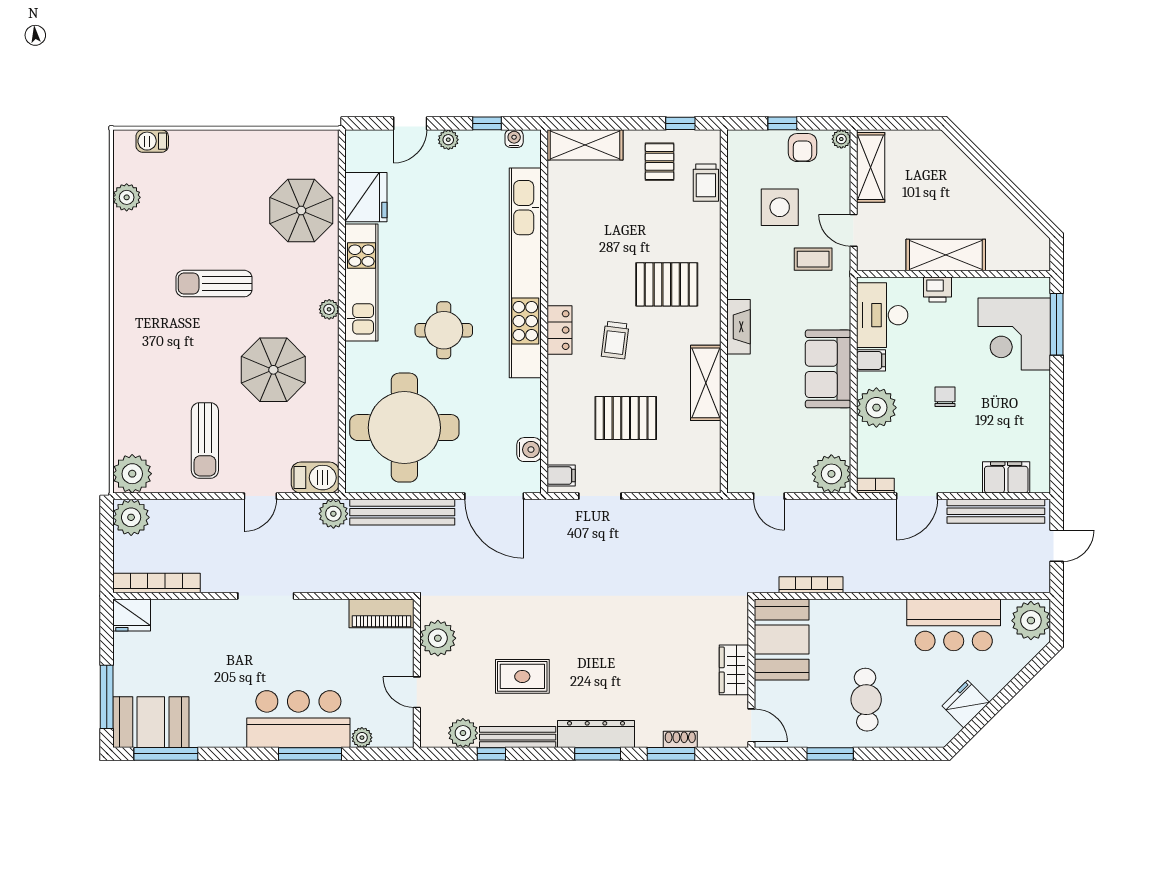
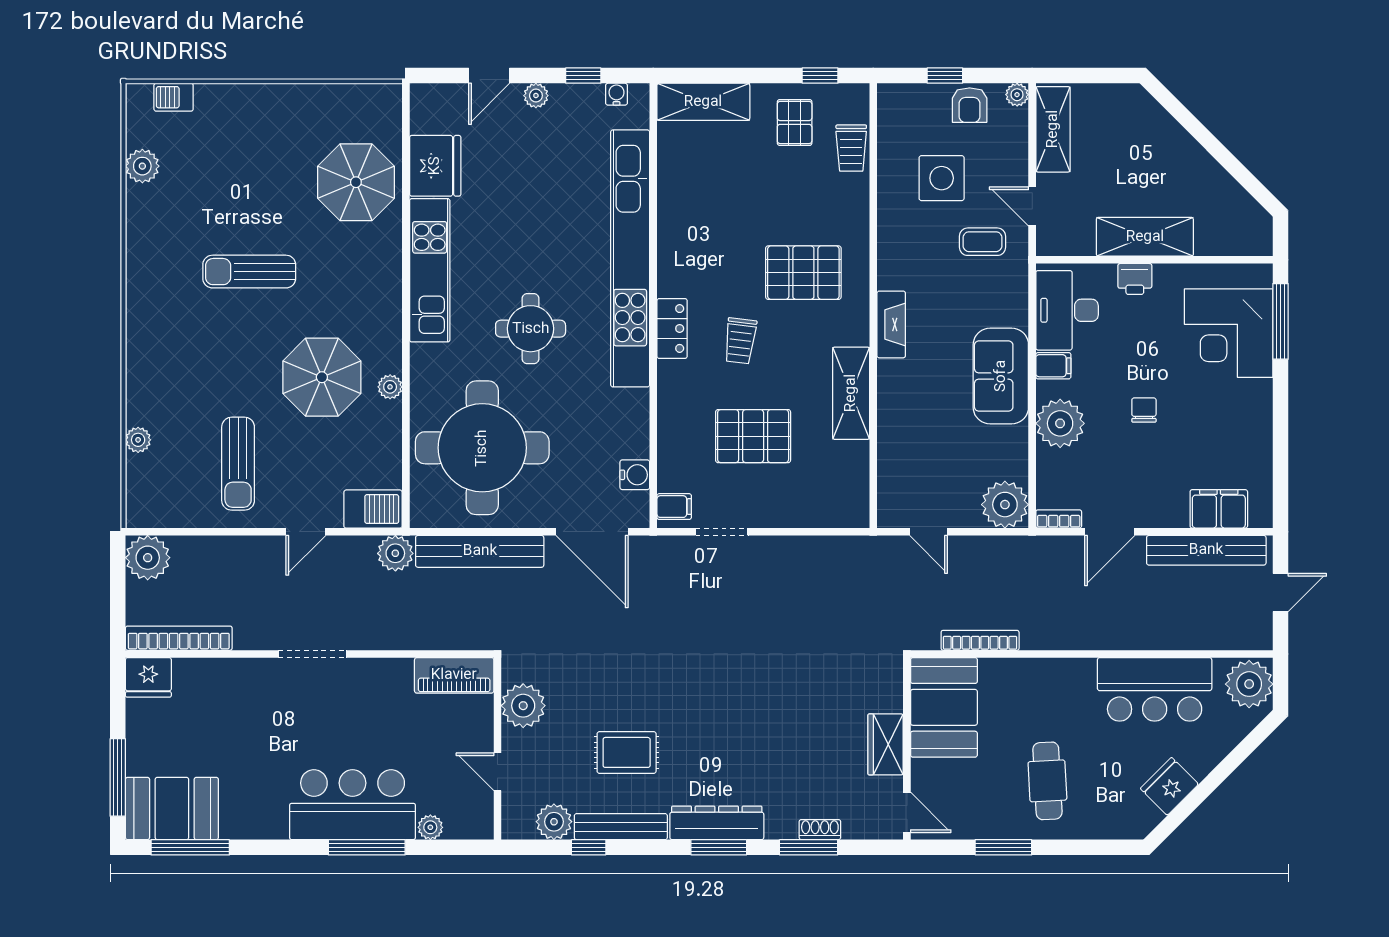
plant: (329, 309) -> (390, 387), moved
plant: (132, 474) -> (138, 440), moved, width x0.53, depth x0.53

